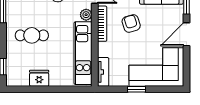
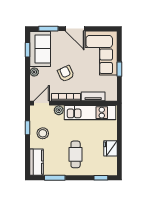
armchair: (131, 23) -> (66, 74), turned 82
tv unit: (103, 72) -> (93, 96), moved

